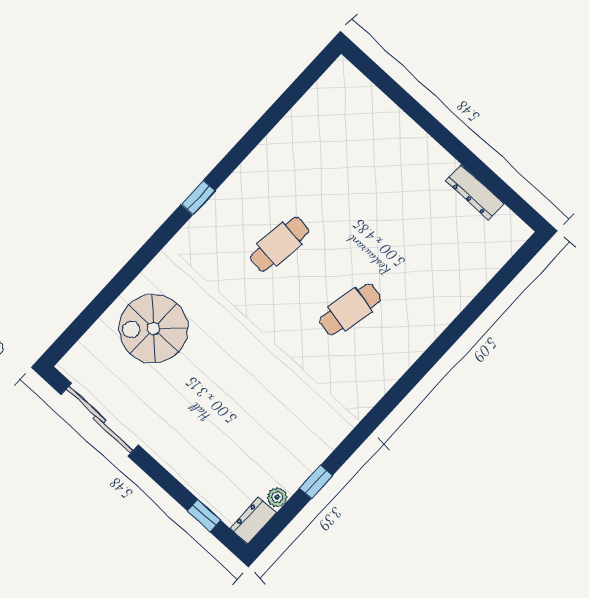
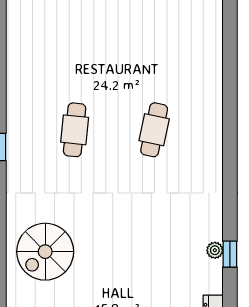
plant: (277, 497) -> (215, 250), moved

